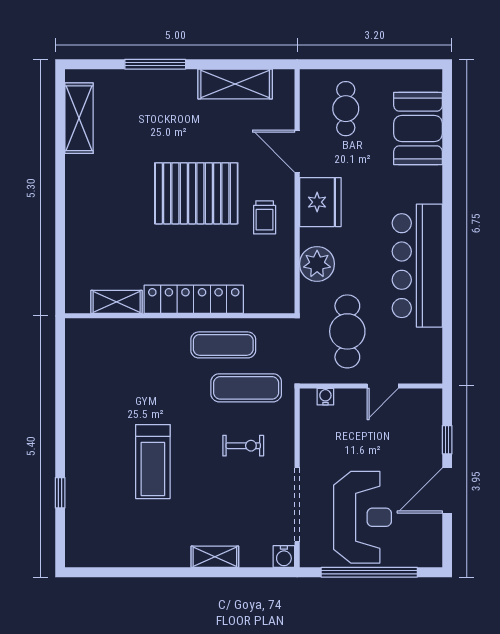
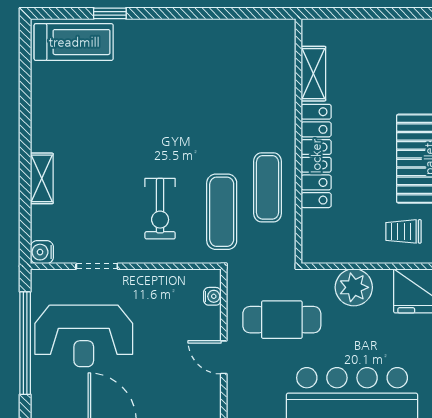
exercise bike: (243, 446) -> (160, 209), width x1.38, depth x1.39
treadmill: (153, 462) -> (74, 42), moved, turned 180
doorway: (297, 505) -> (97, 266), width x0.53

